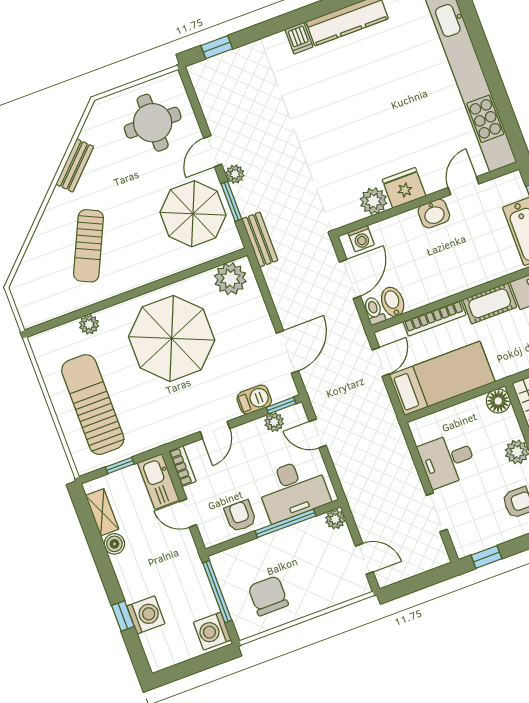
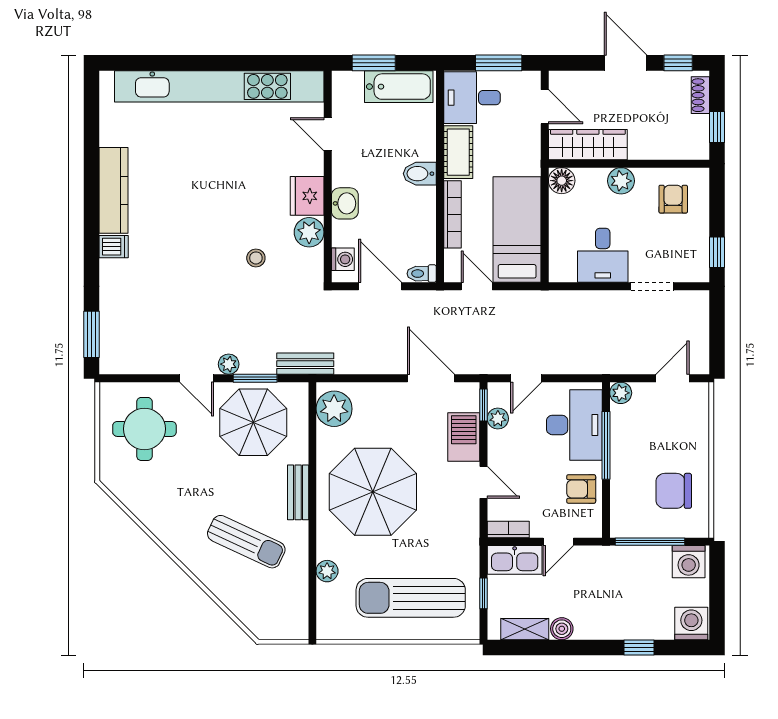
window: (217, 47) -> (92, 334), width x1.50
stool: (335, 164) -> (256, 258), added
bench: (75, 165) -> (298, 492), moved, turned 45
washbasin: (434, 214) -> (345, 203), moved
bidet: (393, 302) -> (420, 174), moved
barbecue: (254, 400) -> (464, 437), width x1.38, depth x1.27
washing machine: (146, 615) -> (691, 624), moved

